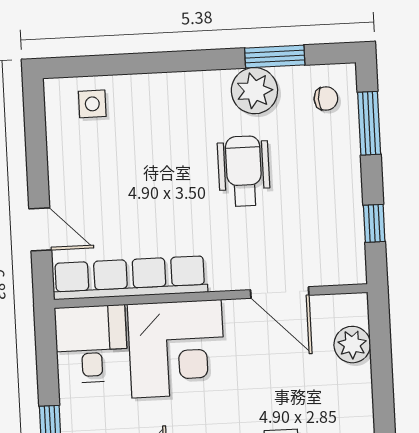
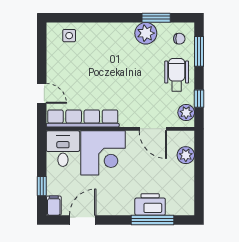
wheelchair: (244, 171) -> (177, 75), moved
plant: (348, 254) -> (186, 113), added

